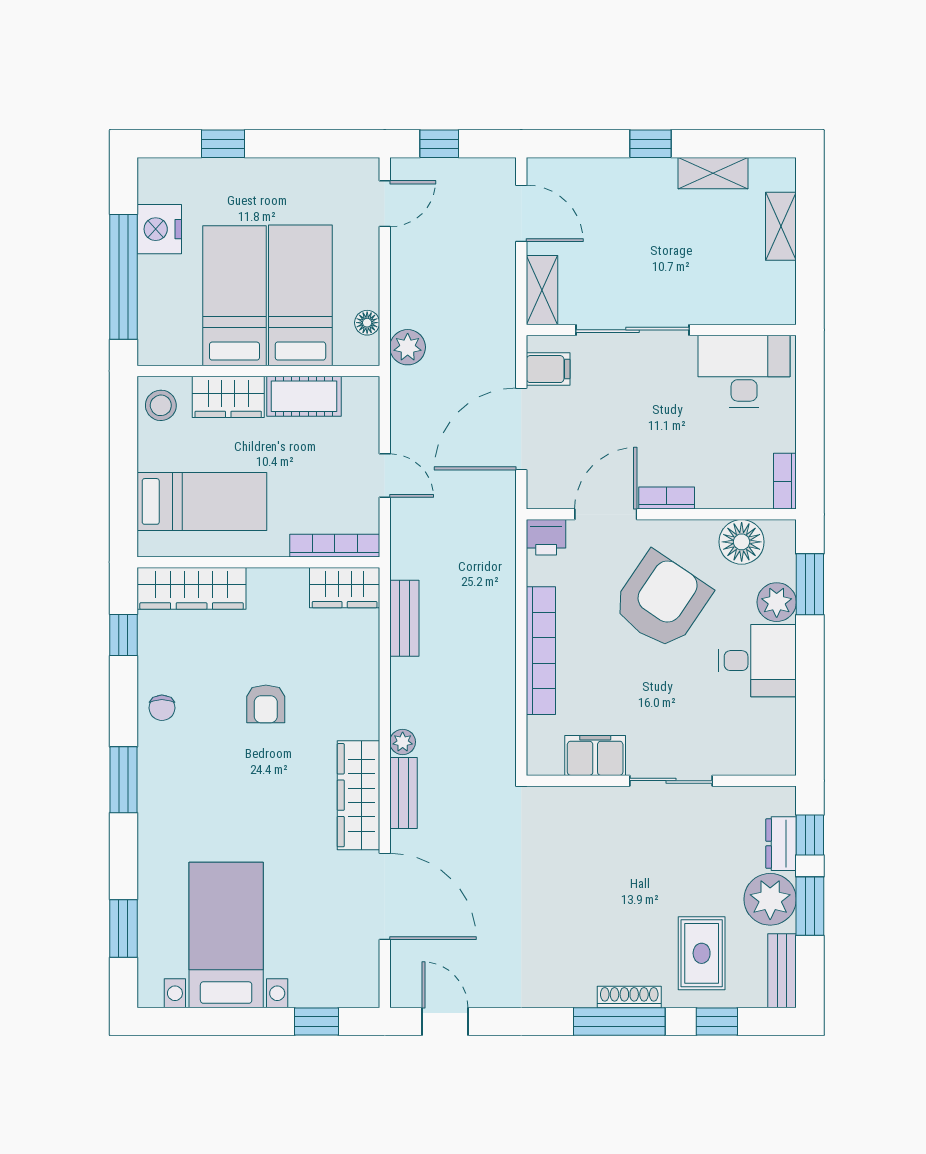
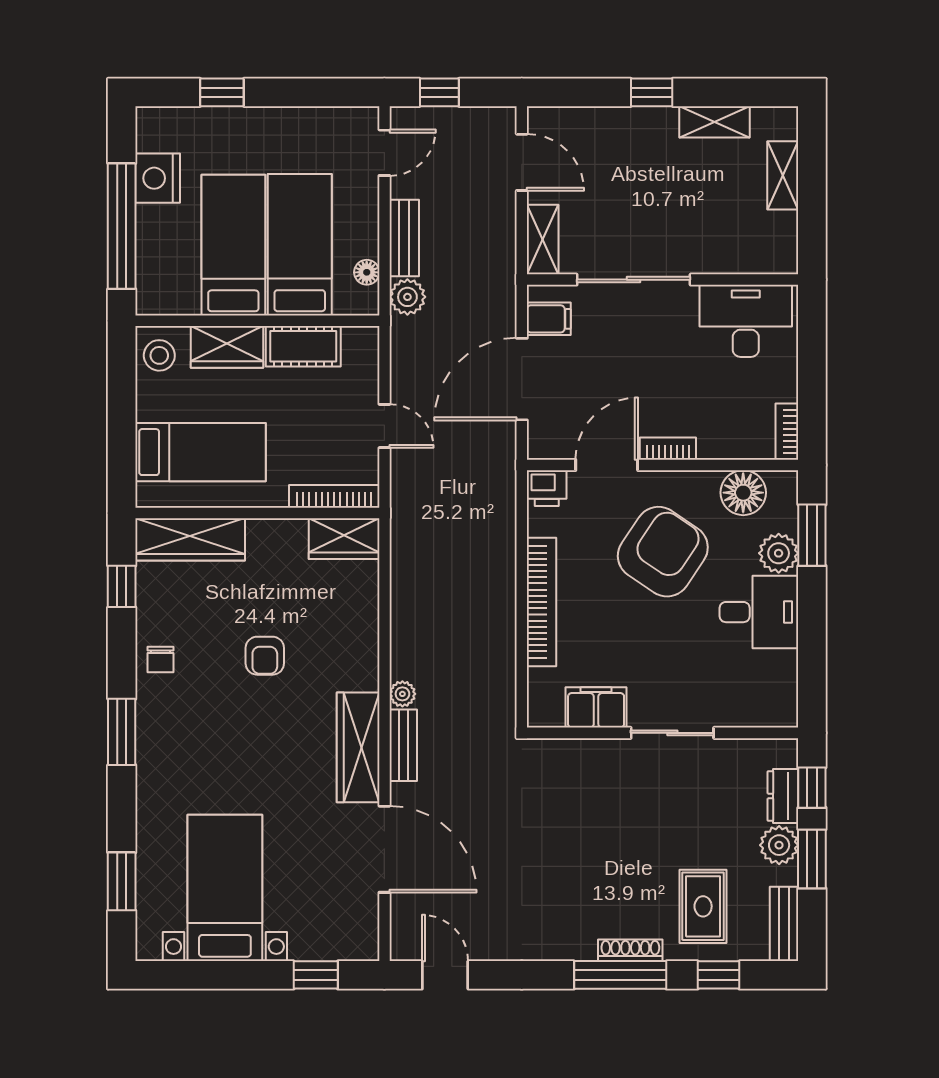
bench: (404, 618) -> (404, 238), moved
plant: (770, 899) -> (779, 845), width x0.73, depth x0.73

